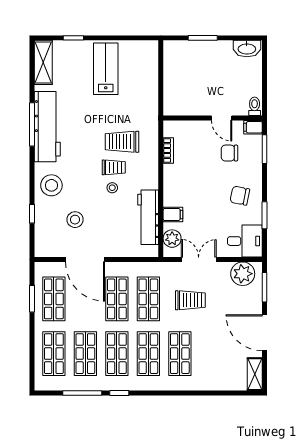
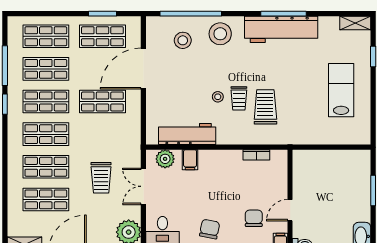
shelving: (43, 62) -> (355, 23), width x0.67, depth x0.75
lab bench: (106, 69) -> (341, 90), turned -90
window: (32, 214) -> (191, 14), width x3.17
stool: (75, 220) -> (183, 40), moved
double door: (199, 259) -> (143, 186), swing flipped
shop shelf: (148, 299) -> (46, 199), moved

